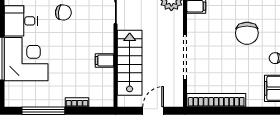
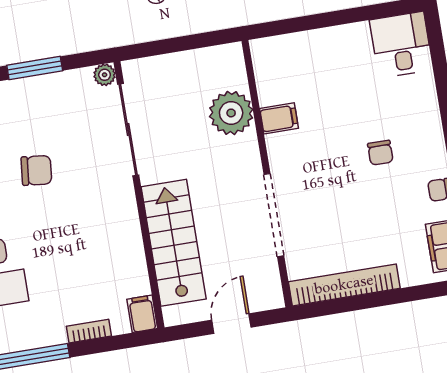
chair: (247, 33) -> (380, 153), width x0.54, depth x0.54
filing cabinet: (104, 61) -> (142, 314), moved, turned 90

